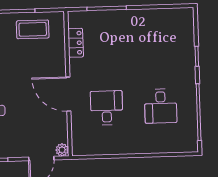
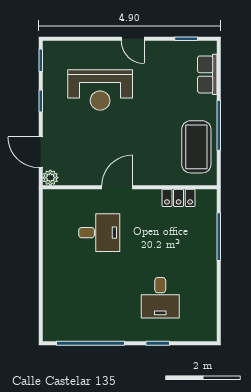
coffee table: (33, 29) -> (196, 147), width x1.36, depth x1.32
door: (68, 94) -> (117, 187), width x0.73
desk: (161, 106) -> (160, 298), moved, turned -90

